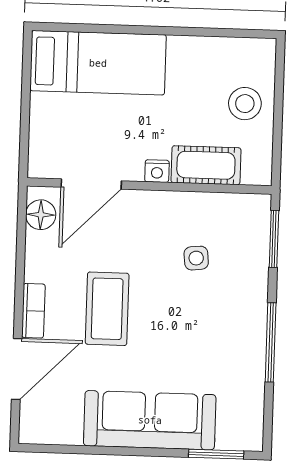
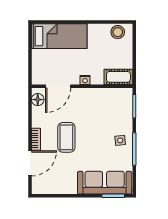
stool: (245, 104) -> (118, 32), moved
cot: (206, 165) -> (118, 77), moved
side table: (196, 258) -> (120, 140), moved
sofa: (150, 420) -> (105, 183), moved

